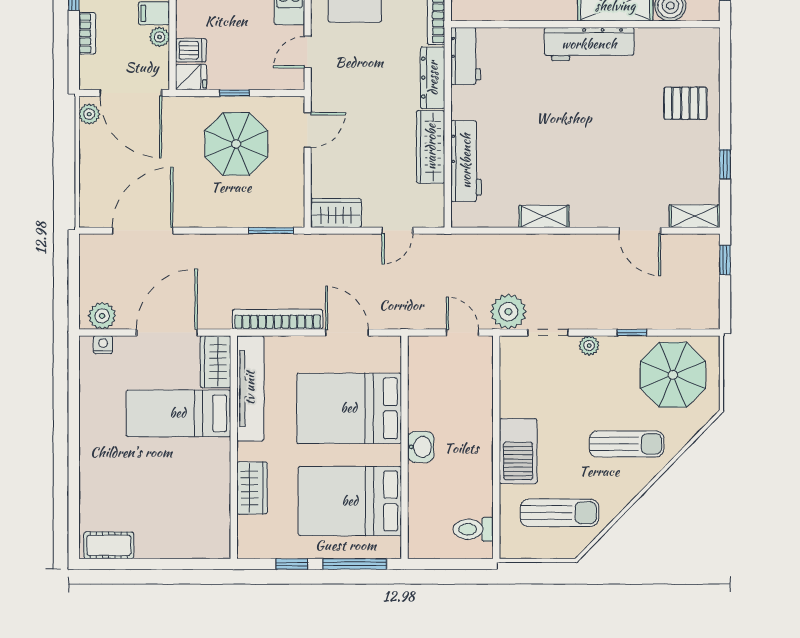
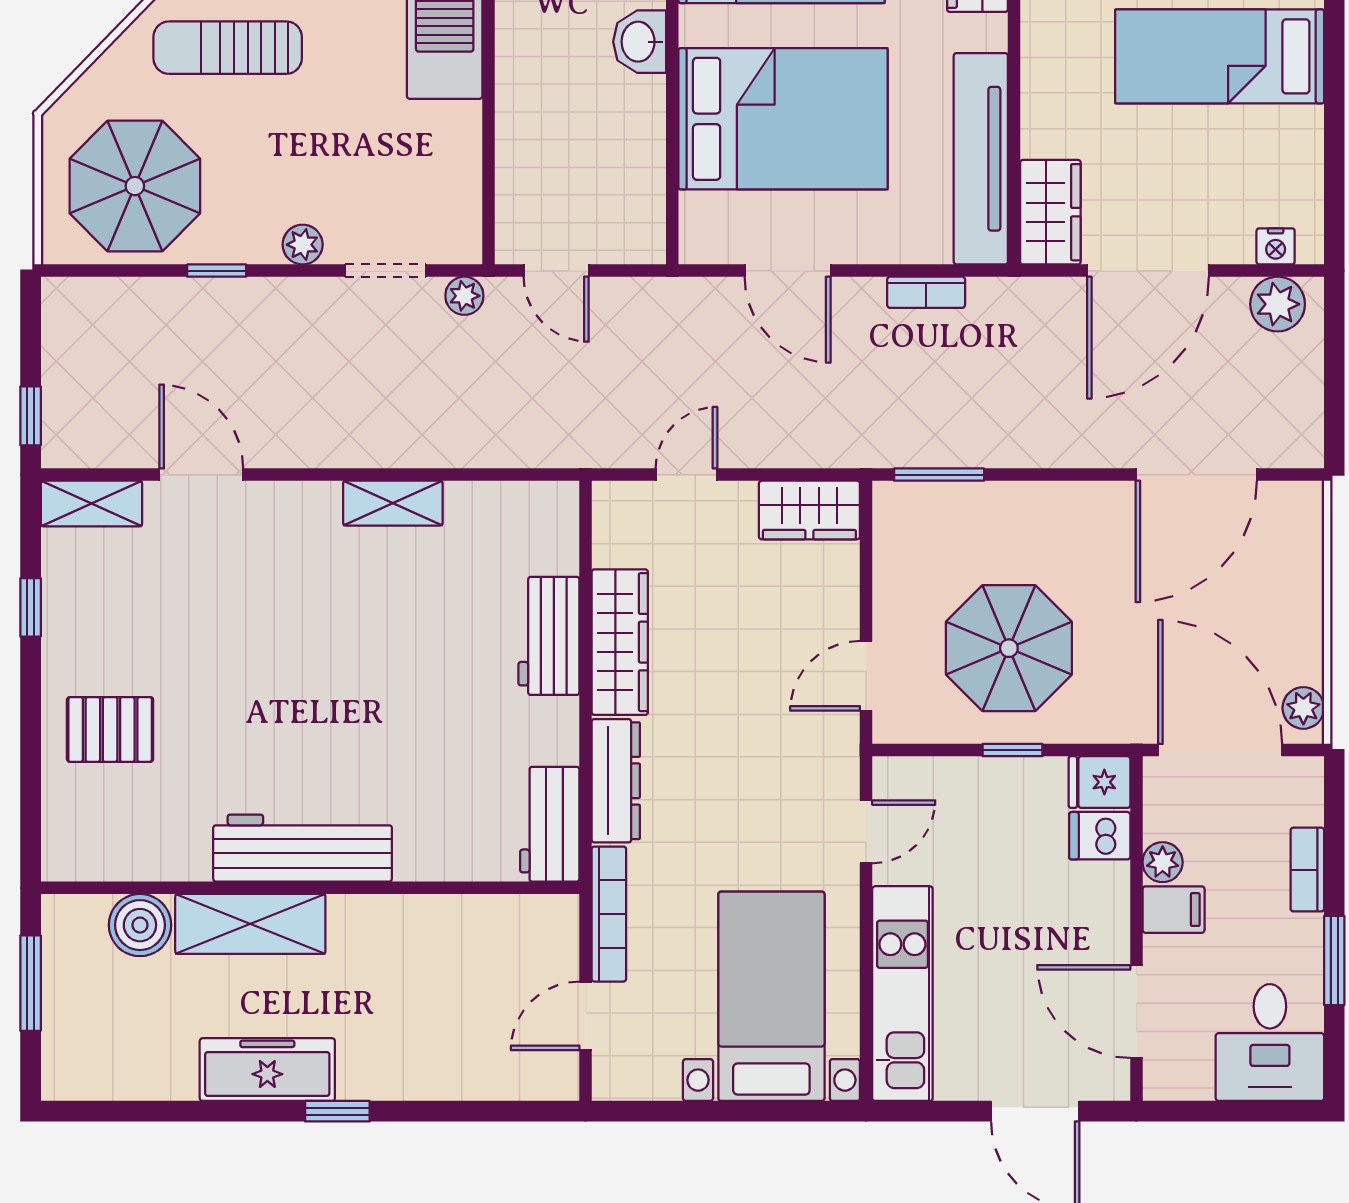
workbench: (466, 161) -> (549, 636), width x0.73
plant: (508, 312) -> (464, 296), width x0.53, depth x0.53
bookcase: (278, 319) -> (926, 292), width x0.43, depth x0.76
bed: (178, 413) -> (1220, 56), moved, turned 180

